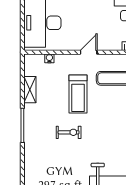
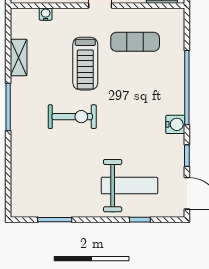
exercise bike: (69, 132) -> (72, 117), width x1.38, depth x1.39

